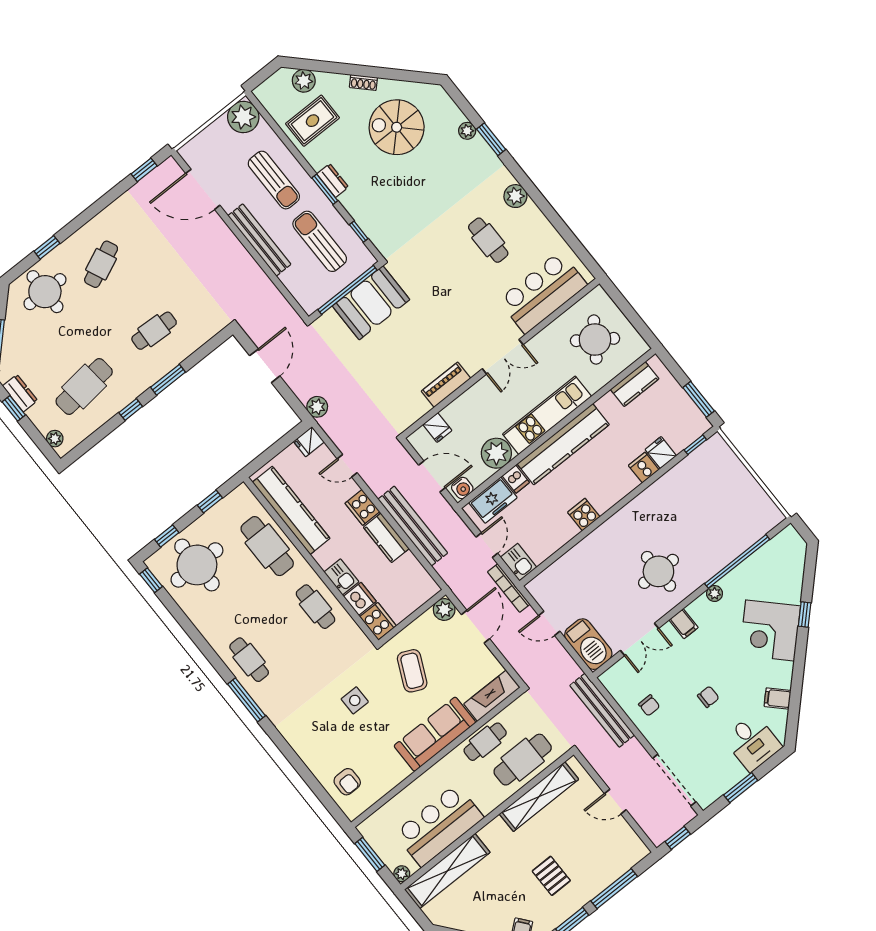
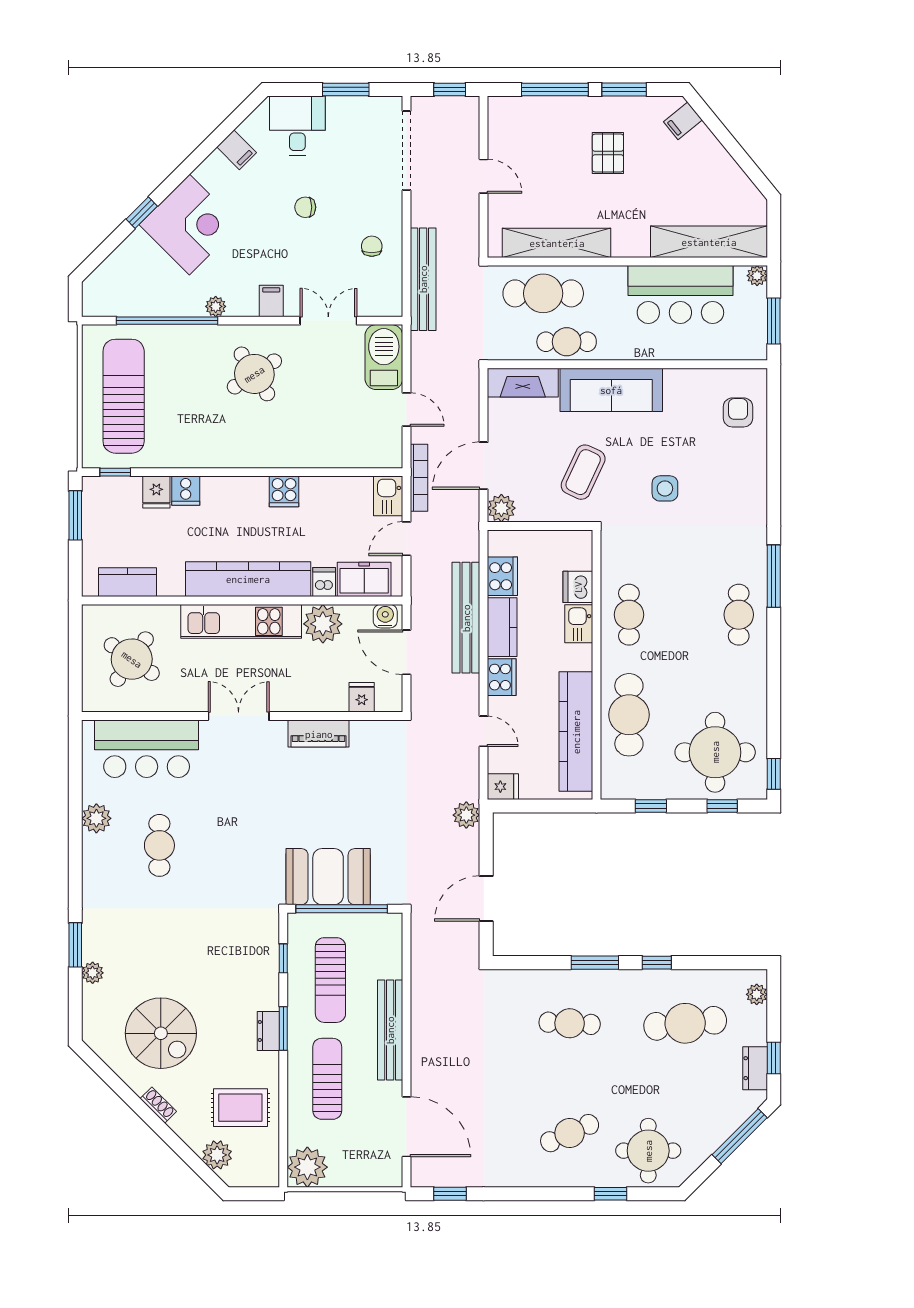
plant: (515, 196) -> (96, 818), moved
sun lounger: (727, 495) -> (124, 396), added
round table: (658, 571) -> (254, 374), turned -33
cooker: (378, 621) -> (502, 576), moved, turned 180

